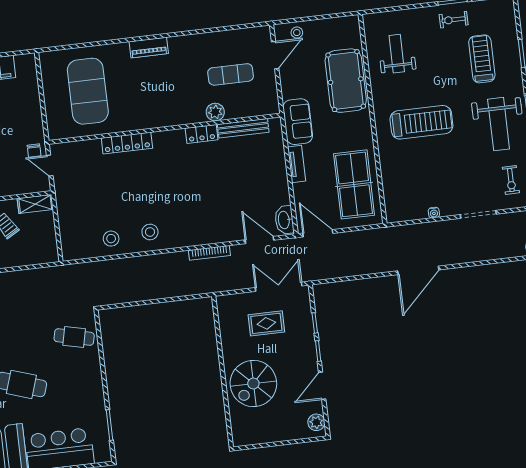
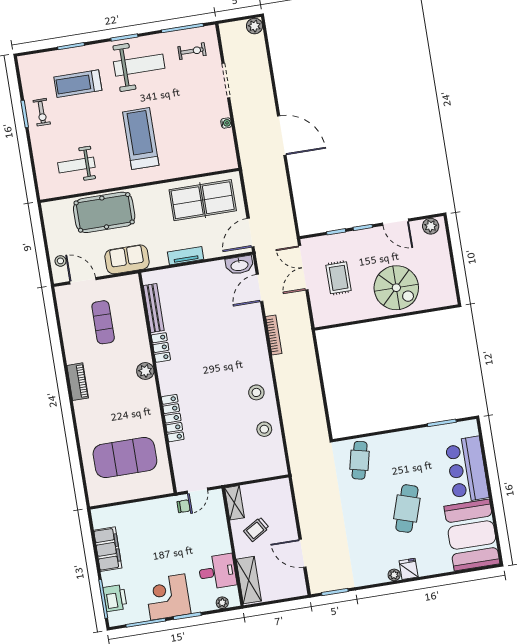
piano: (149, 48) -> (78, 382), moved
plant: (215, 112) -> (145, 371), moved
sofa: (298, 122) -> (127, 259), moved

